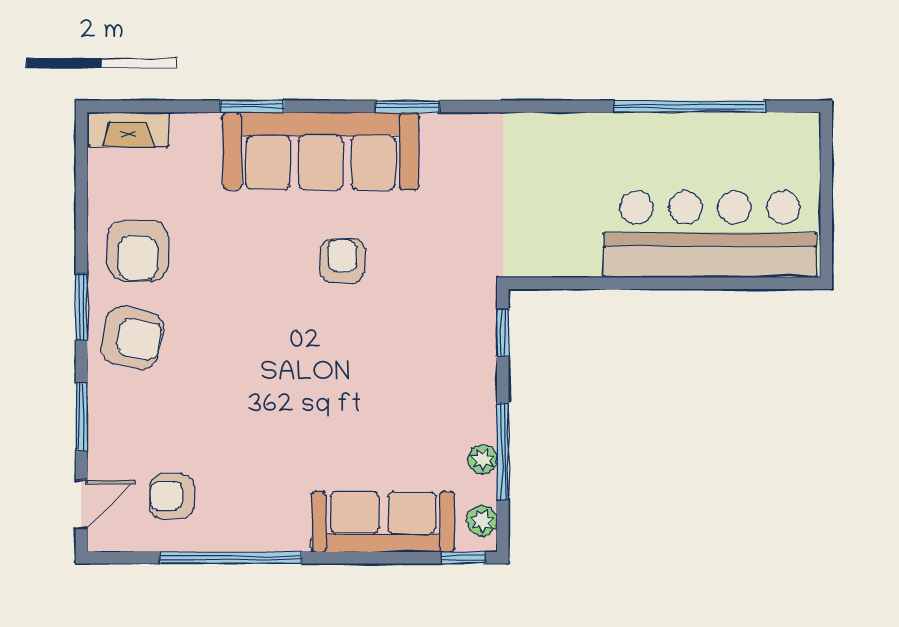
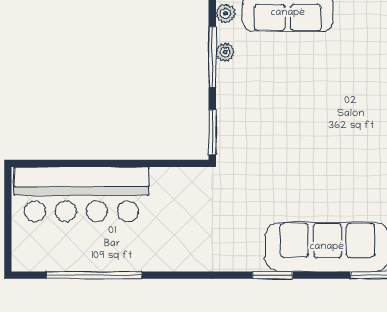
armchair: (342, 261) -> (314, 177), removed
window: (503, 333) -> (212, 132), width x1.50

